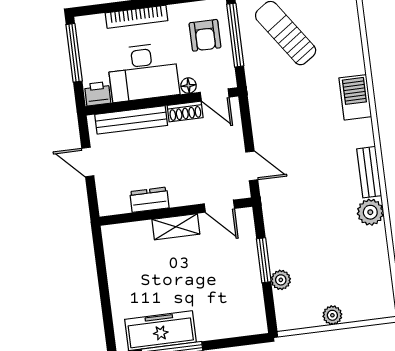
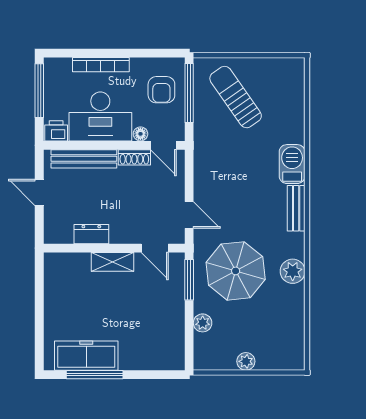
bench: (369, 172) -> (296, 208), moved
parasol: (309, 220) -> (236, 271), added
window: (264, 260) -> (189, 280), moved

